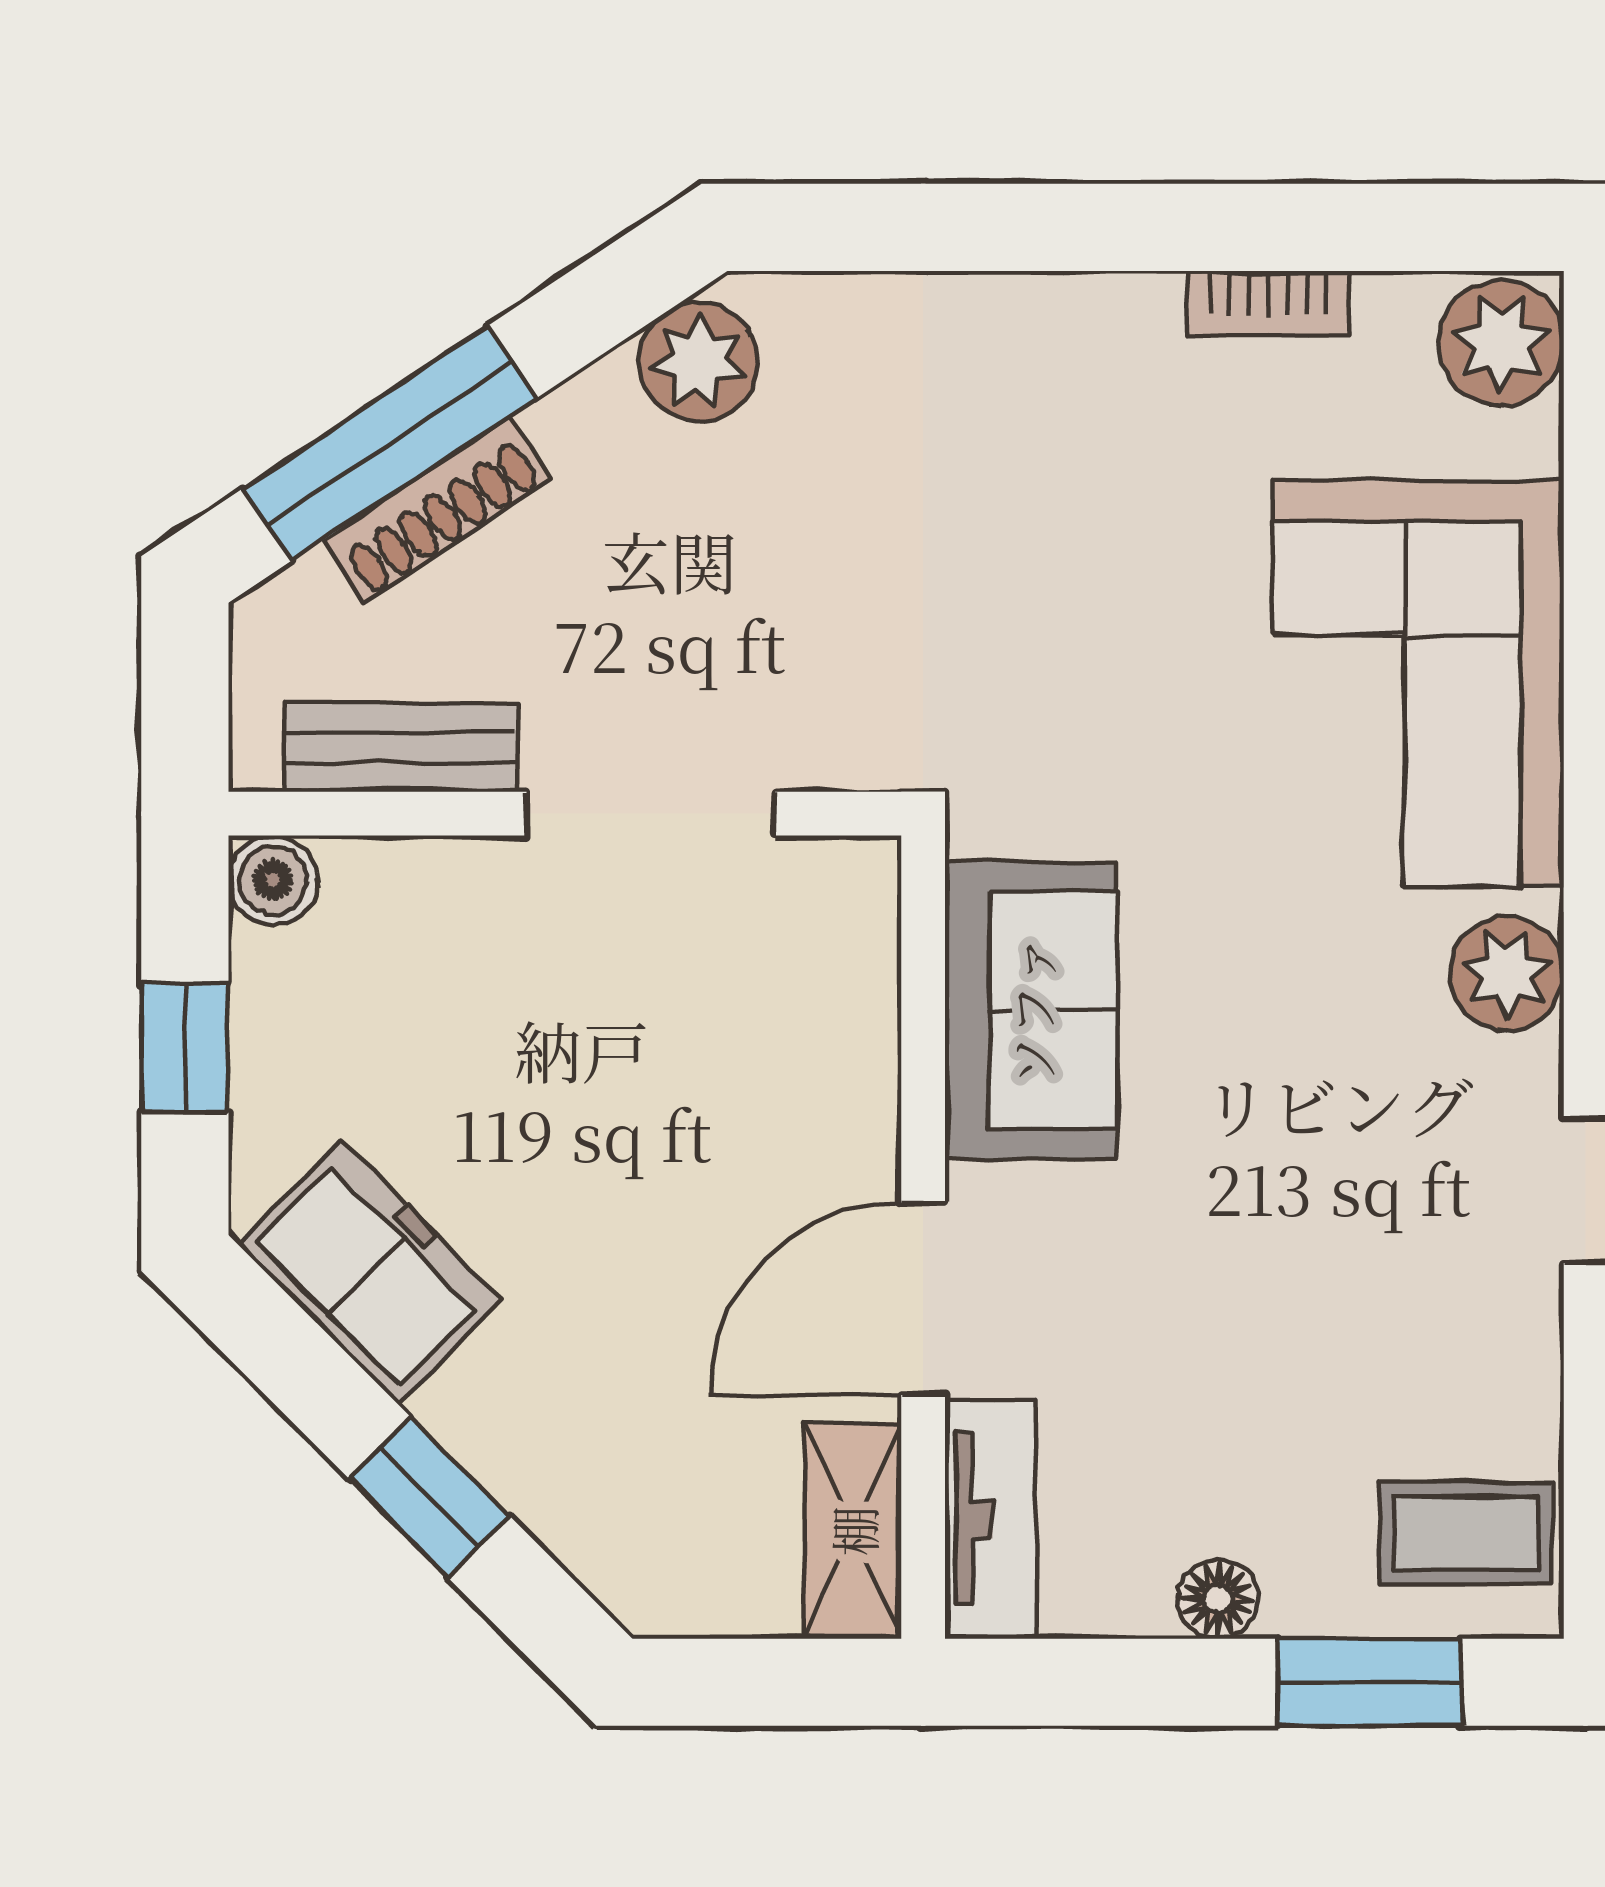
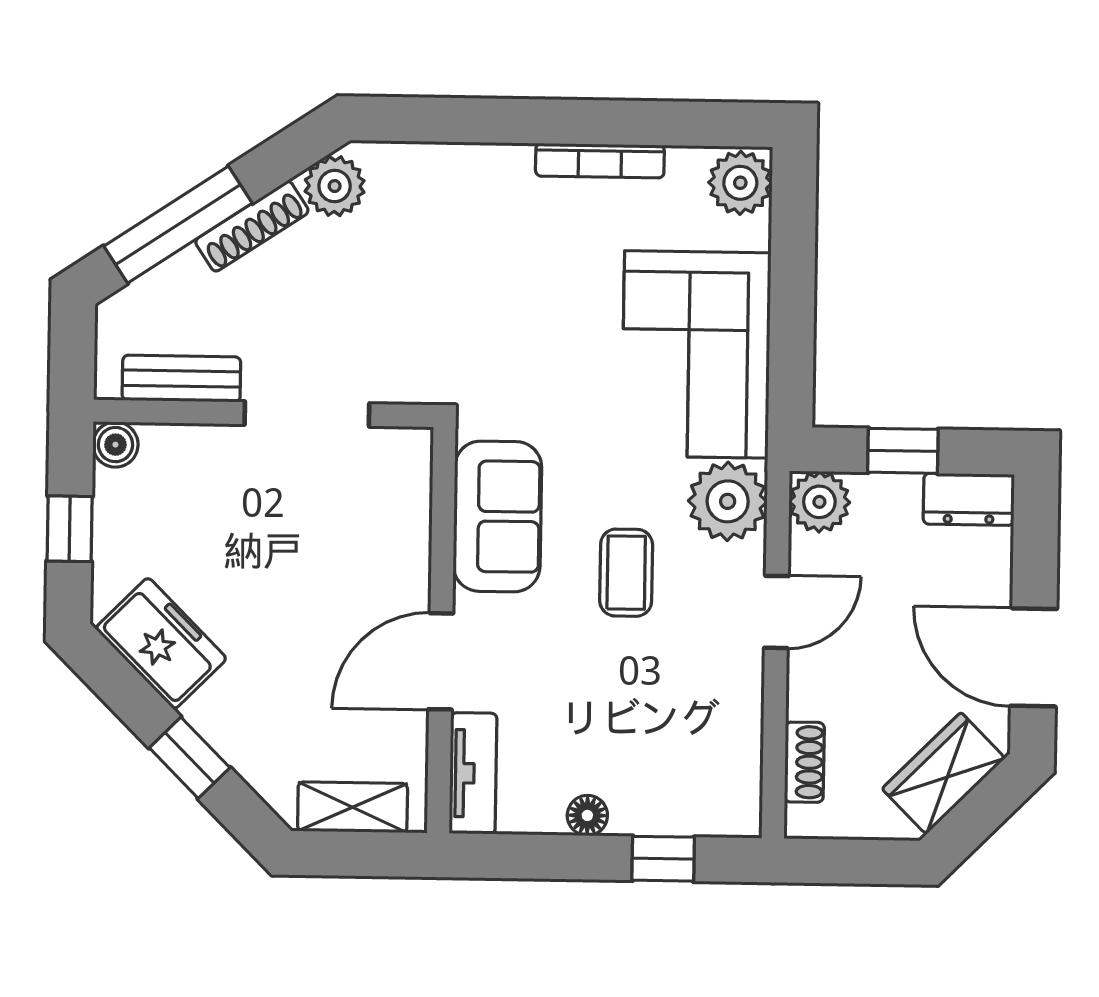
bookcase: (1268, 303) -> (600, 161), width x1.56
shoe rack: (437, 510) -> (252, 226), moved
plant: (1507, 973) -> (728, 501), width x1.36, depth x1.36
shelving: (853, 1531) -> (353, 807), moved, turned 90
coffee table: (1465, 1533) -> (626, 573), moved, turned 90
window: (1369, 1682) -> (663, 859), width x0.67

